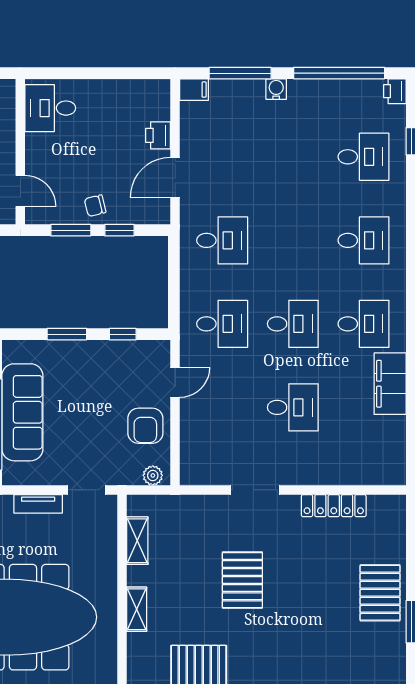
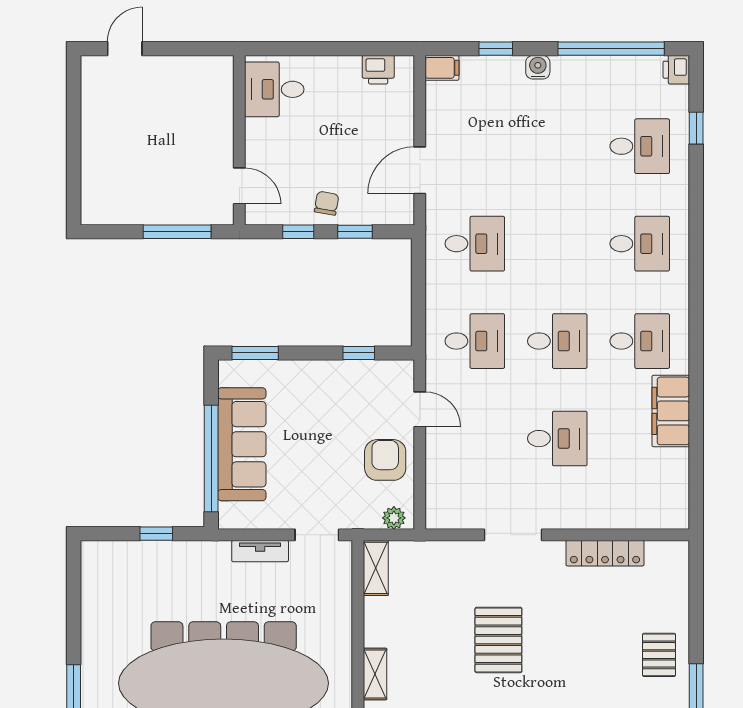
window: (240, 73) -> (496, 49), width x0.46
printer: (158, 135) -> (378, 70), moved, turned -90
chair: (95, 206) -> (327, 203), turned 114
window: (71, 230) -> (298, 232), width x0.67
window: (67, 334) -> (255, 353), moved
door: (175, 382) -> (420, 409), hinge flipped
armchair: (145, 426) -> (385, 460), turned 180
shelving: (137, 541) -> (376, 568), moved
pallet: (380, 593) -> (659, 655), width x0.67, depth x0.71

